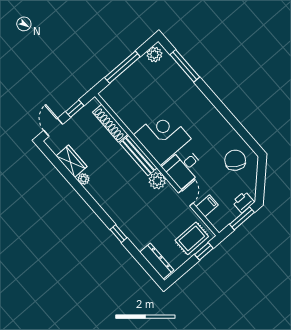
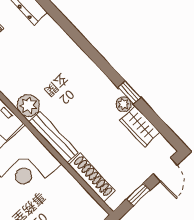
window: (118, 234) -> (129, 93), moved

